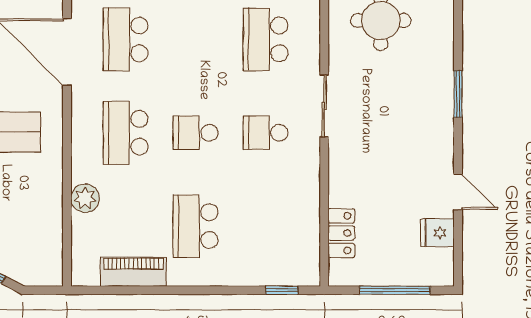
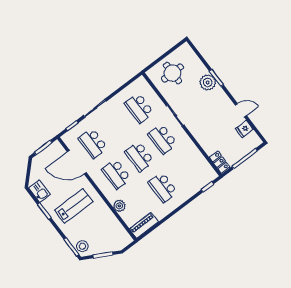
plant: (435, 90) -> (208, 82), added
school desk: (196, 133) -> (139, 157), width x1.85
school desk: (266, 133) -> (163, 139), width x1.85
locker: (341, 233) -> (219, 162), moved
piano: (133, 272) -> (144, 225), moved

